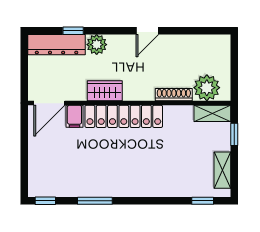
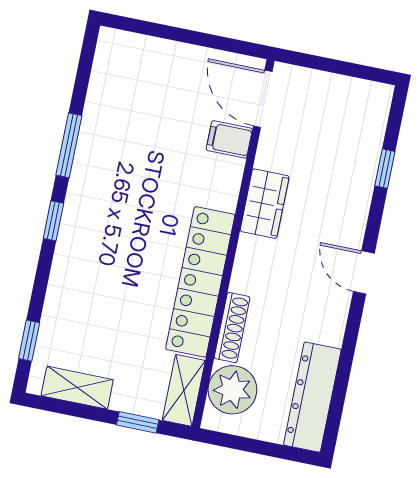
door: (147, 31) -> (364, 272), moved
dresser: (57, 45) -> (312, 397), moved
plant: (97, 45) -> (351, 206), removed
locker: (124, 116) -> (200, 282), moved
window: (45, 201) -> (53, 221), moved

